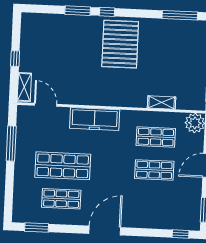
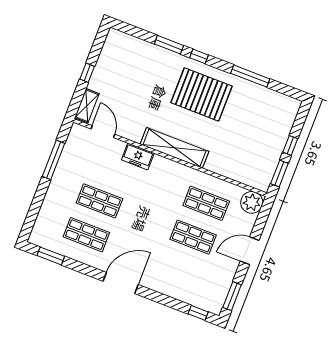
window: (180, 15) -> (250, 76), moved
pallet: (120, 44) -> (201, 94), turned 90
shelving: (162, 103) -> (174, 148), moved, width x2.20, depth x1.33
freezer: (95, 119) -> (138, 157), width x0.52, depth x0.79
shop shelf: (63, 166) -> (99, 201), width x0.70, depth x0.74

